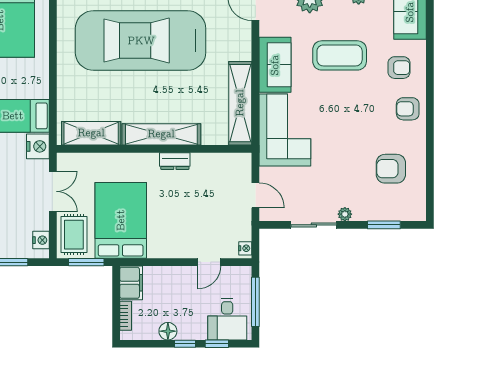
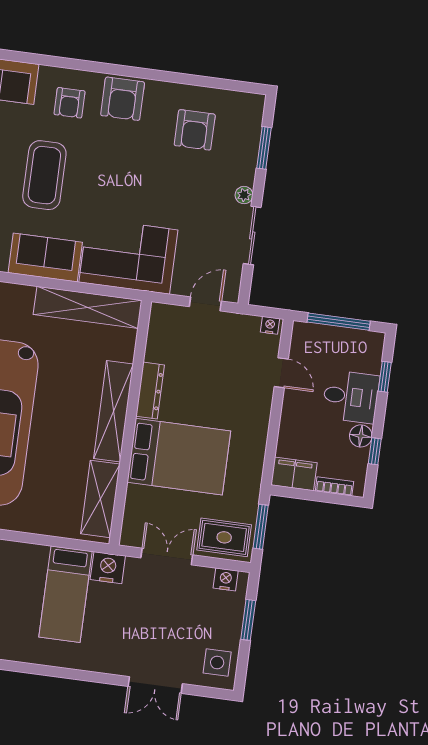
armchair: (399, 68) -> (70, 103), turned 180
armchair: (408, 109) -> (123, 99), width x1.38, depth x1.38
dresser: (175, 161) -> (150, 391), width x1.44
bed: (121, 220) -> (179, 457), moved, turned 180
desk: (227, 319) -> (351, 397), moved
window: (185, 344) -> (375, 451), moved

